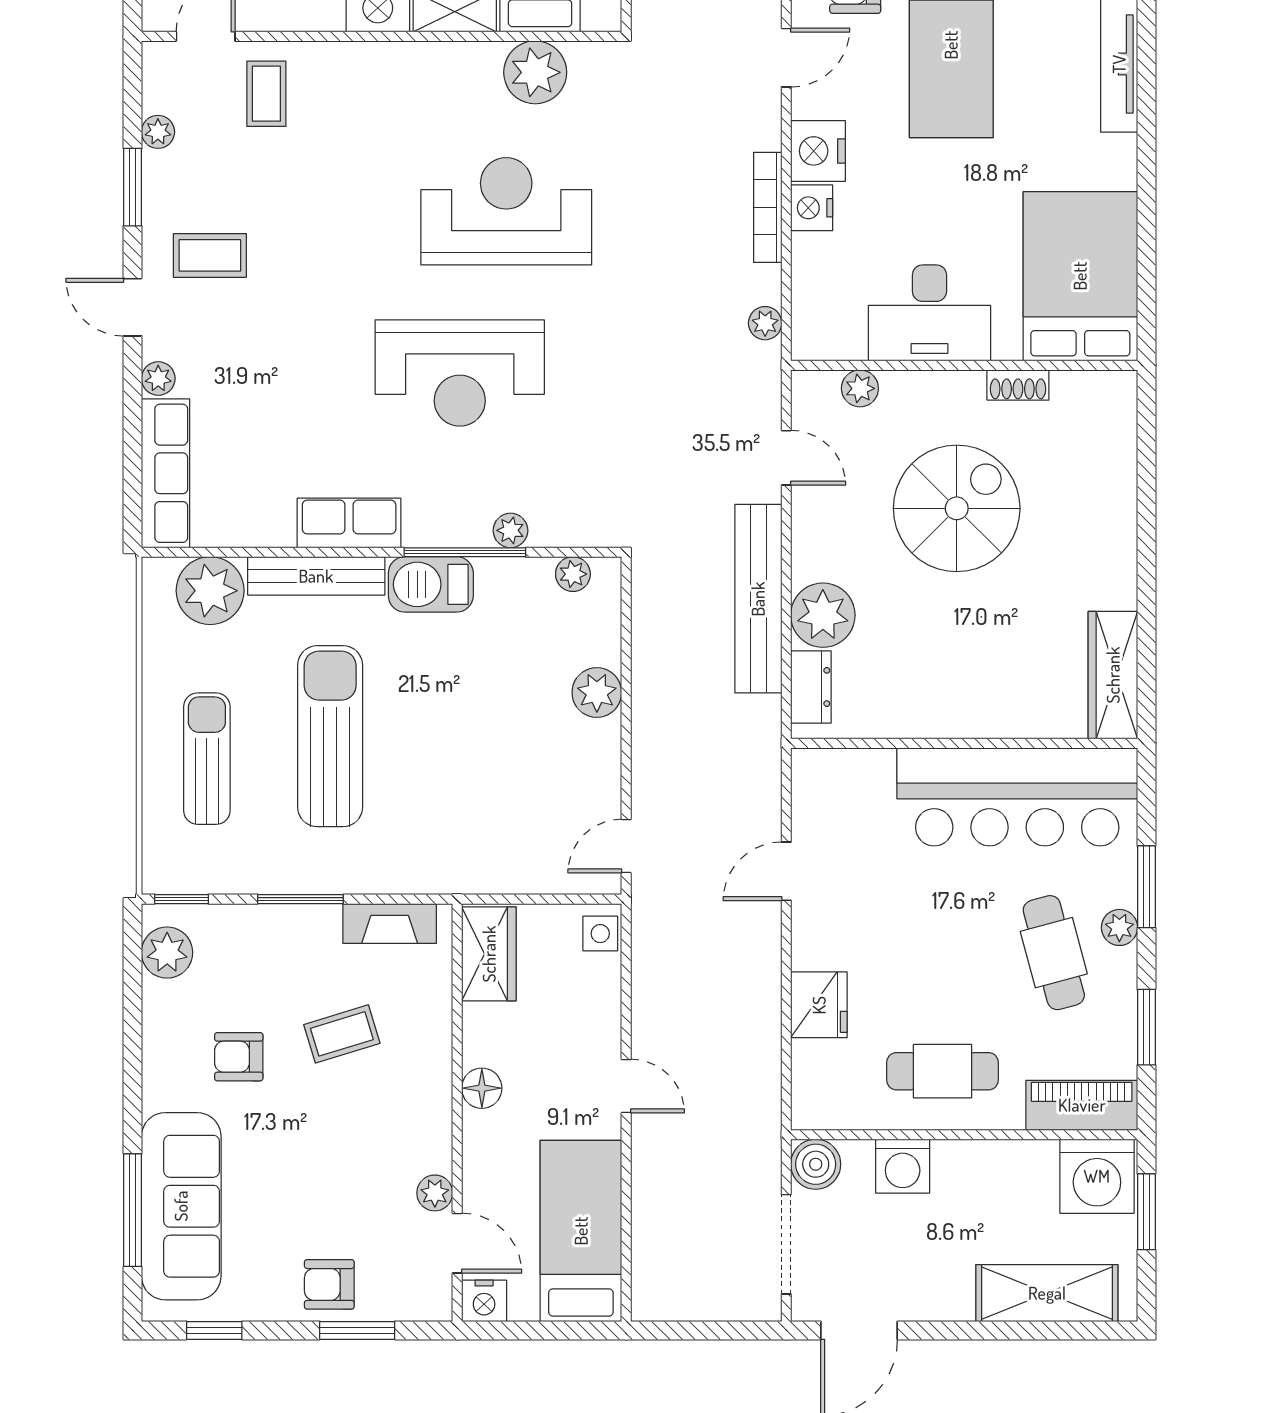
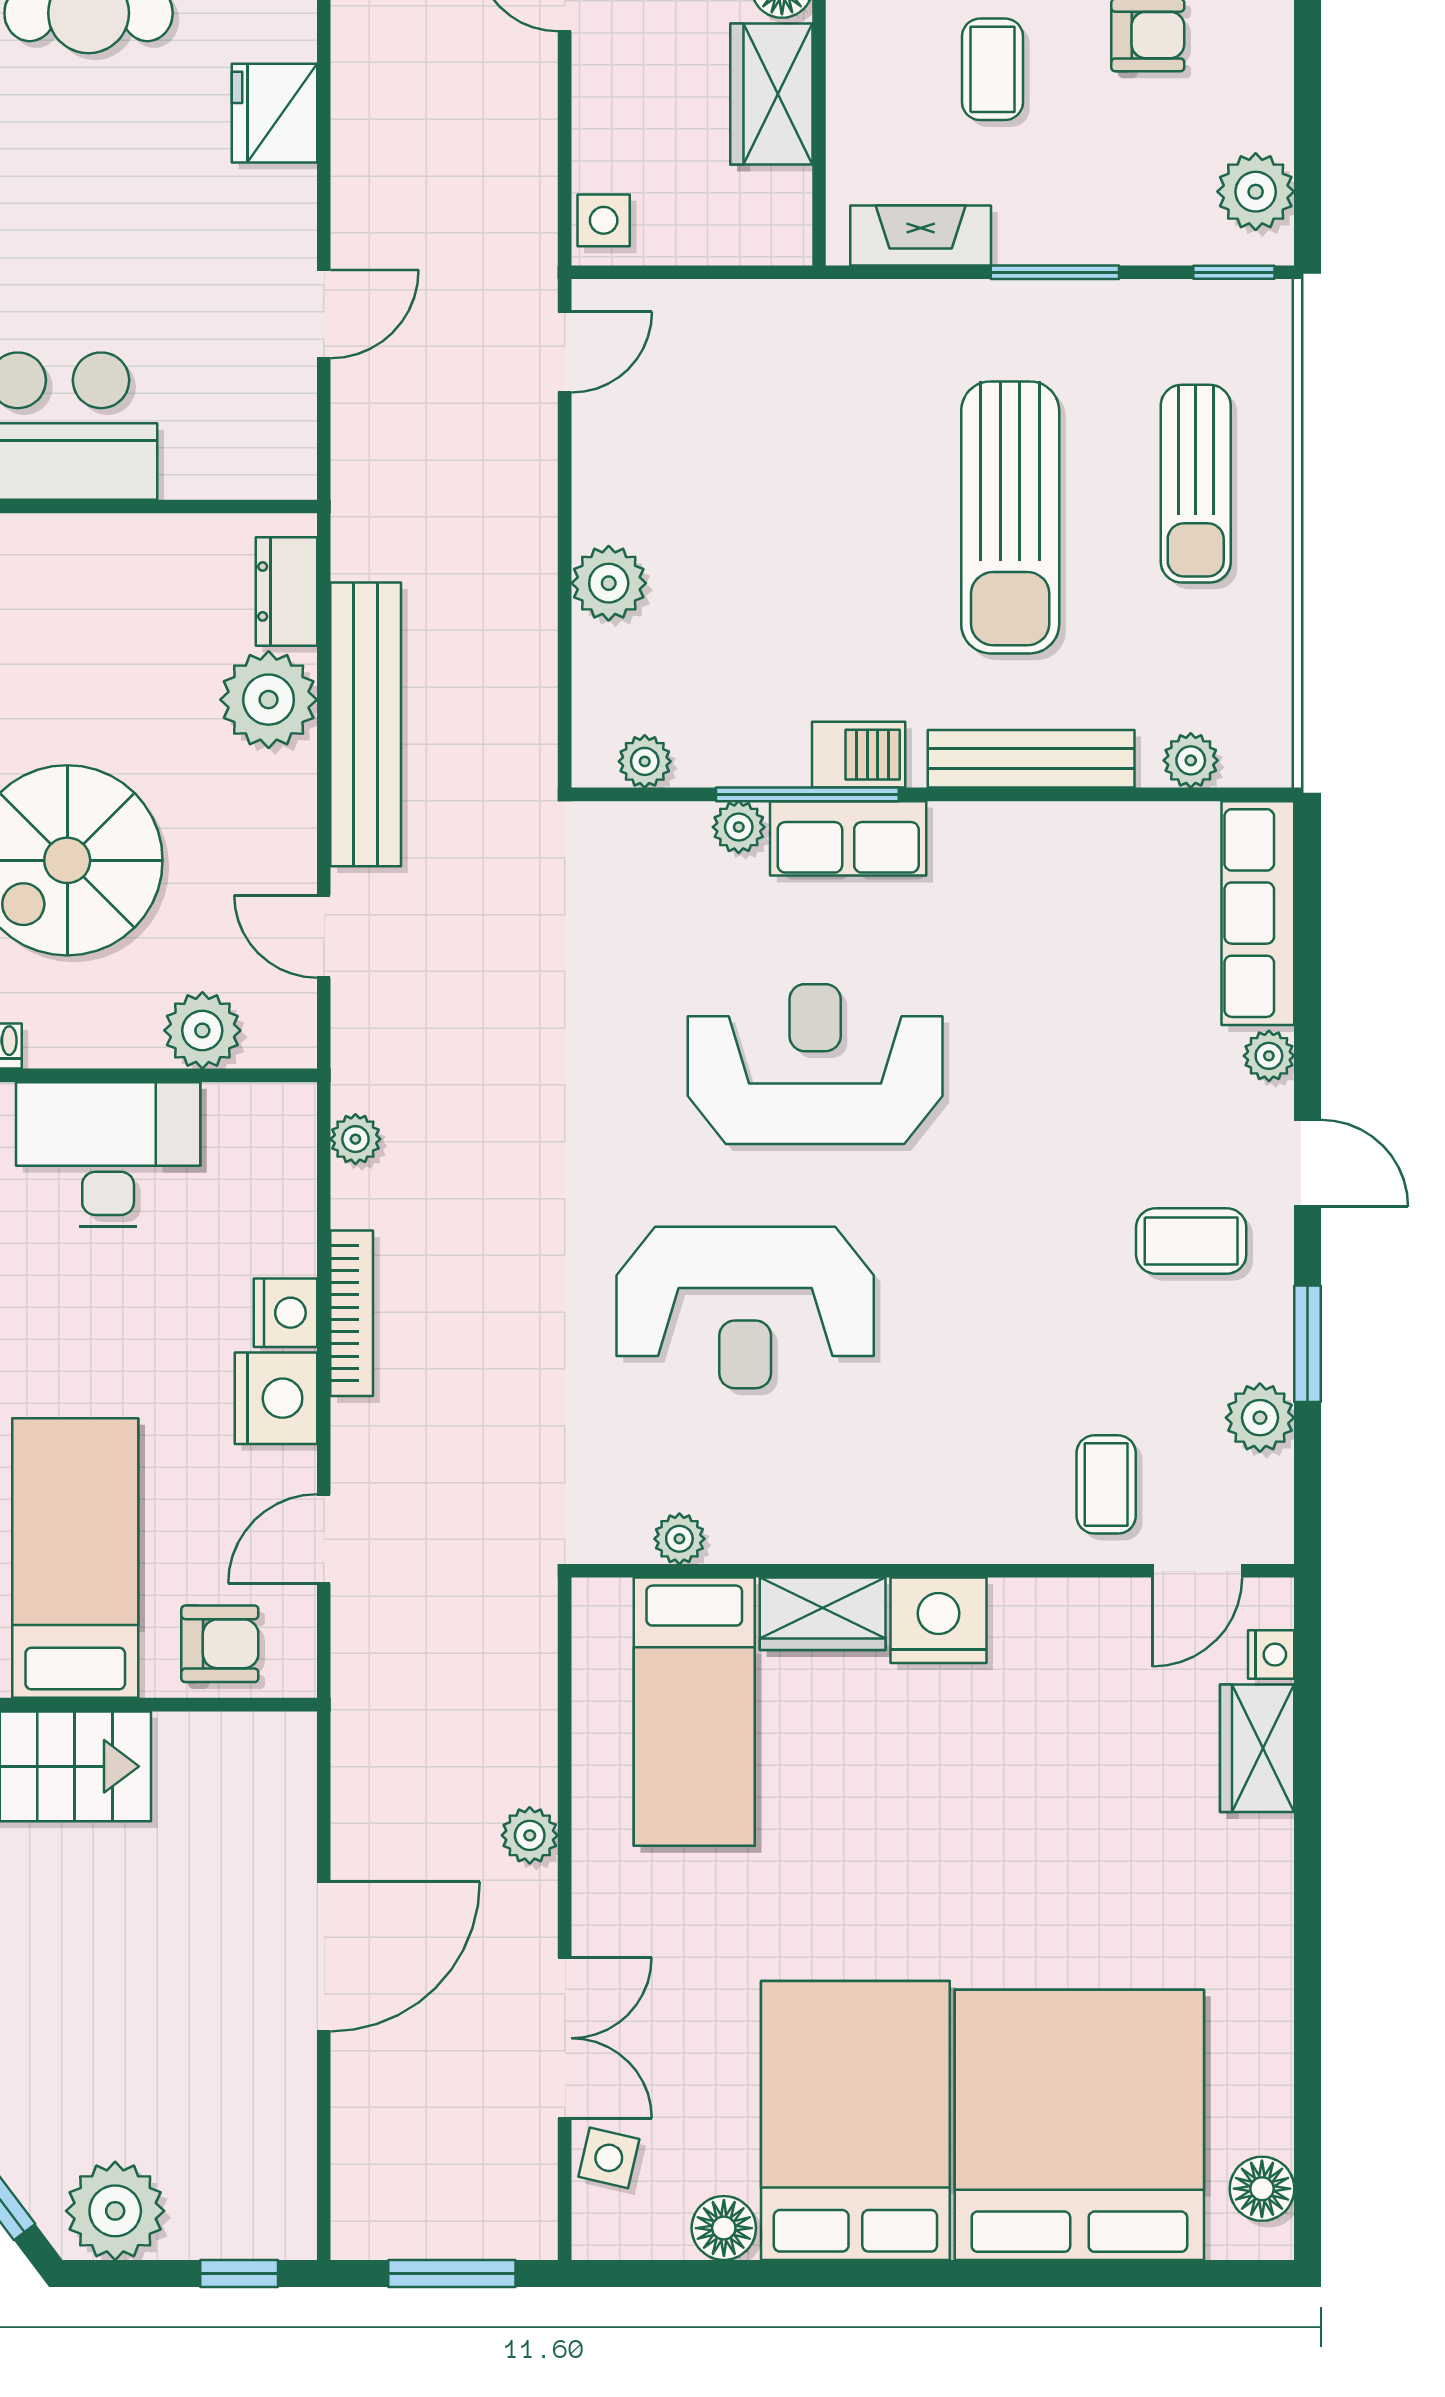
plant: (535, 72) -> (679, 1539), width x0.53, depth x0.53
plant: (158, 132) -> (1260, 1418), width x1.38, depth x1.38
plant: (860, 388) -> (202, 1030), width x1.38, depth x1.38
row of seats: (349, 523) -> (848, 838), moved
barbecue: (431, 584) -> (859, 755), width x0.73, depth x0.79
plant: (210, 591) -> (1191, 760), width x0.53, depth x0.53
wardrobe: (489, 954) -> (771, 94), moved
coffee table: (342, 1034) -> (993, 69), turned -73

